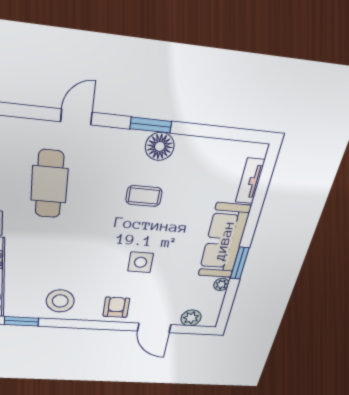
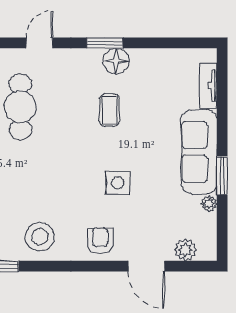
coffee table: (144, 196) -> (109, 110), turned 90

